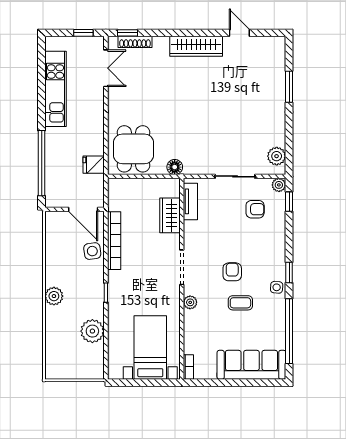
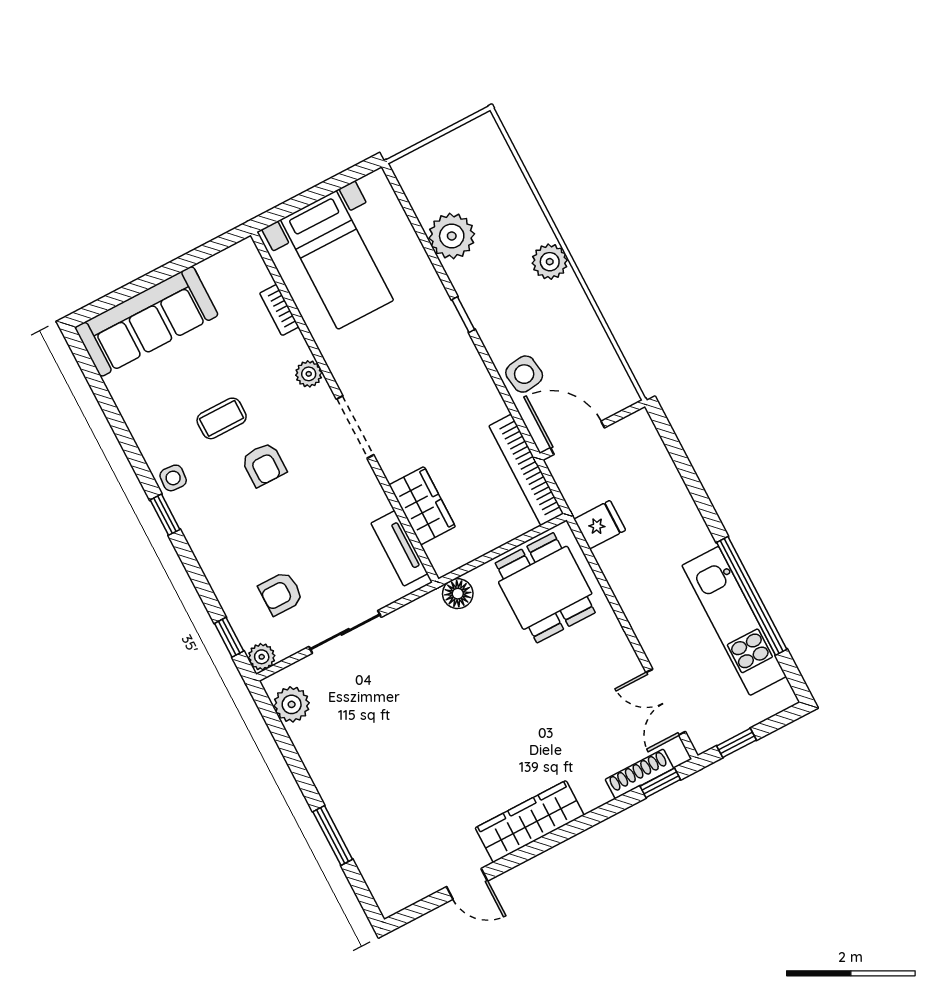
window: (42, 163) -> (752, 596), moved
bookcase: (114, 241) -> (526, 470), moved
window: (289, 331) -> (112, 413), removed
bookcase: (188, 367) -> (279, 310), moved

